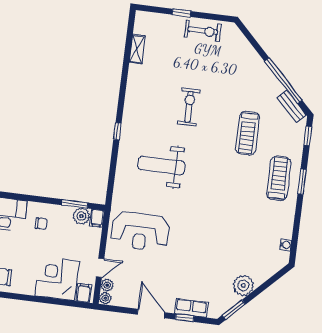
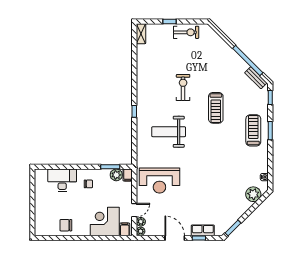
shelving: (137, 49) -> (141, 34), moved
treadmill: (247, 133) -> (216, 108), moved
plant: (243, 285) -> (253, 194), moved

